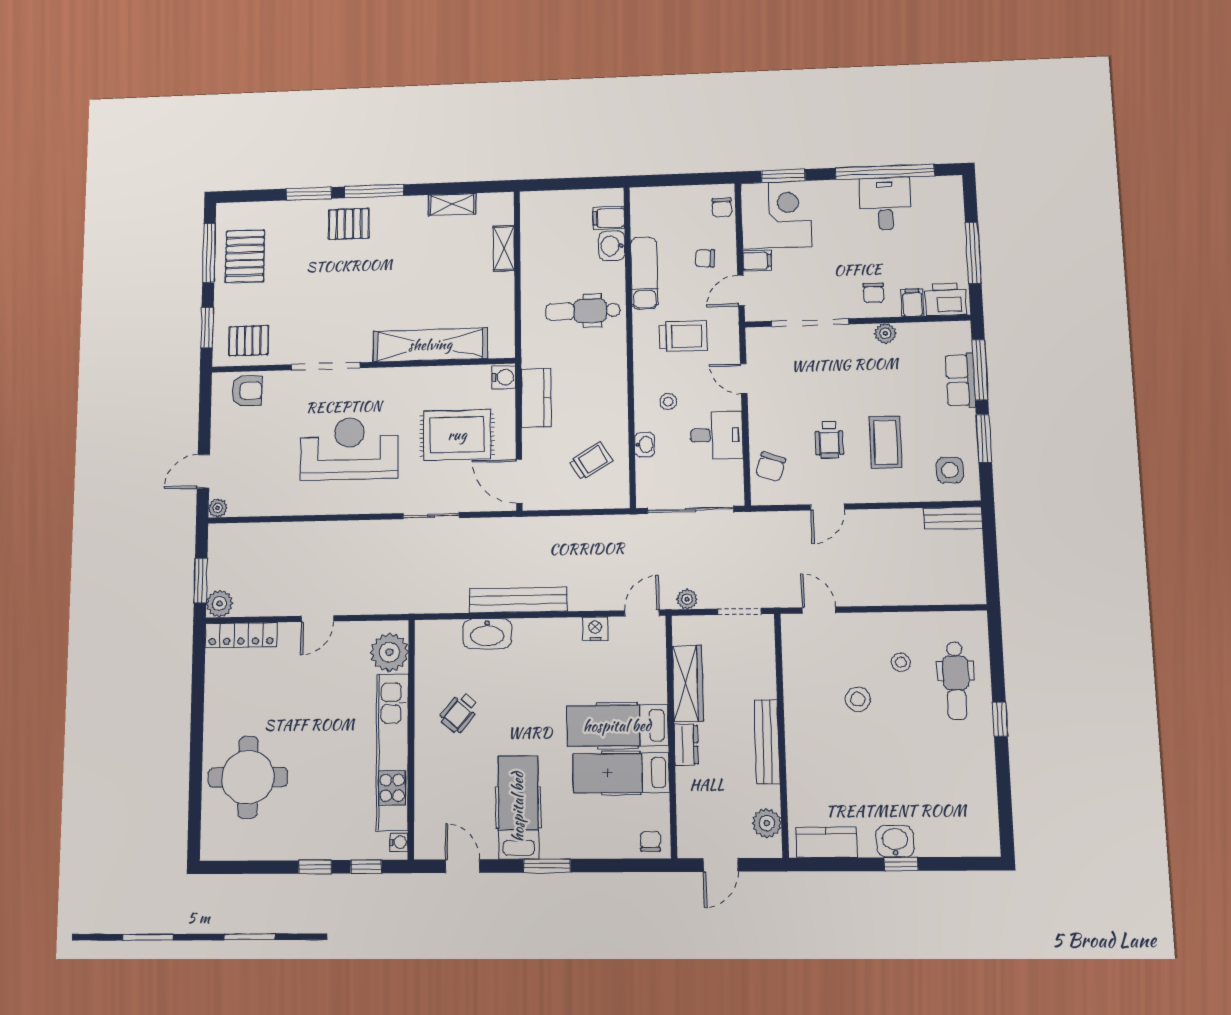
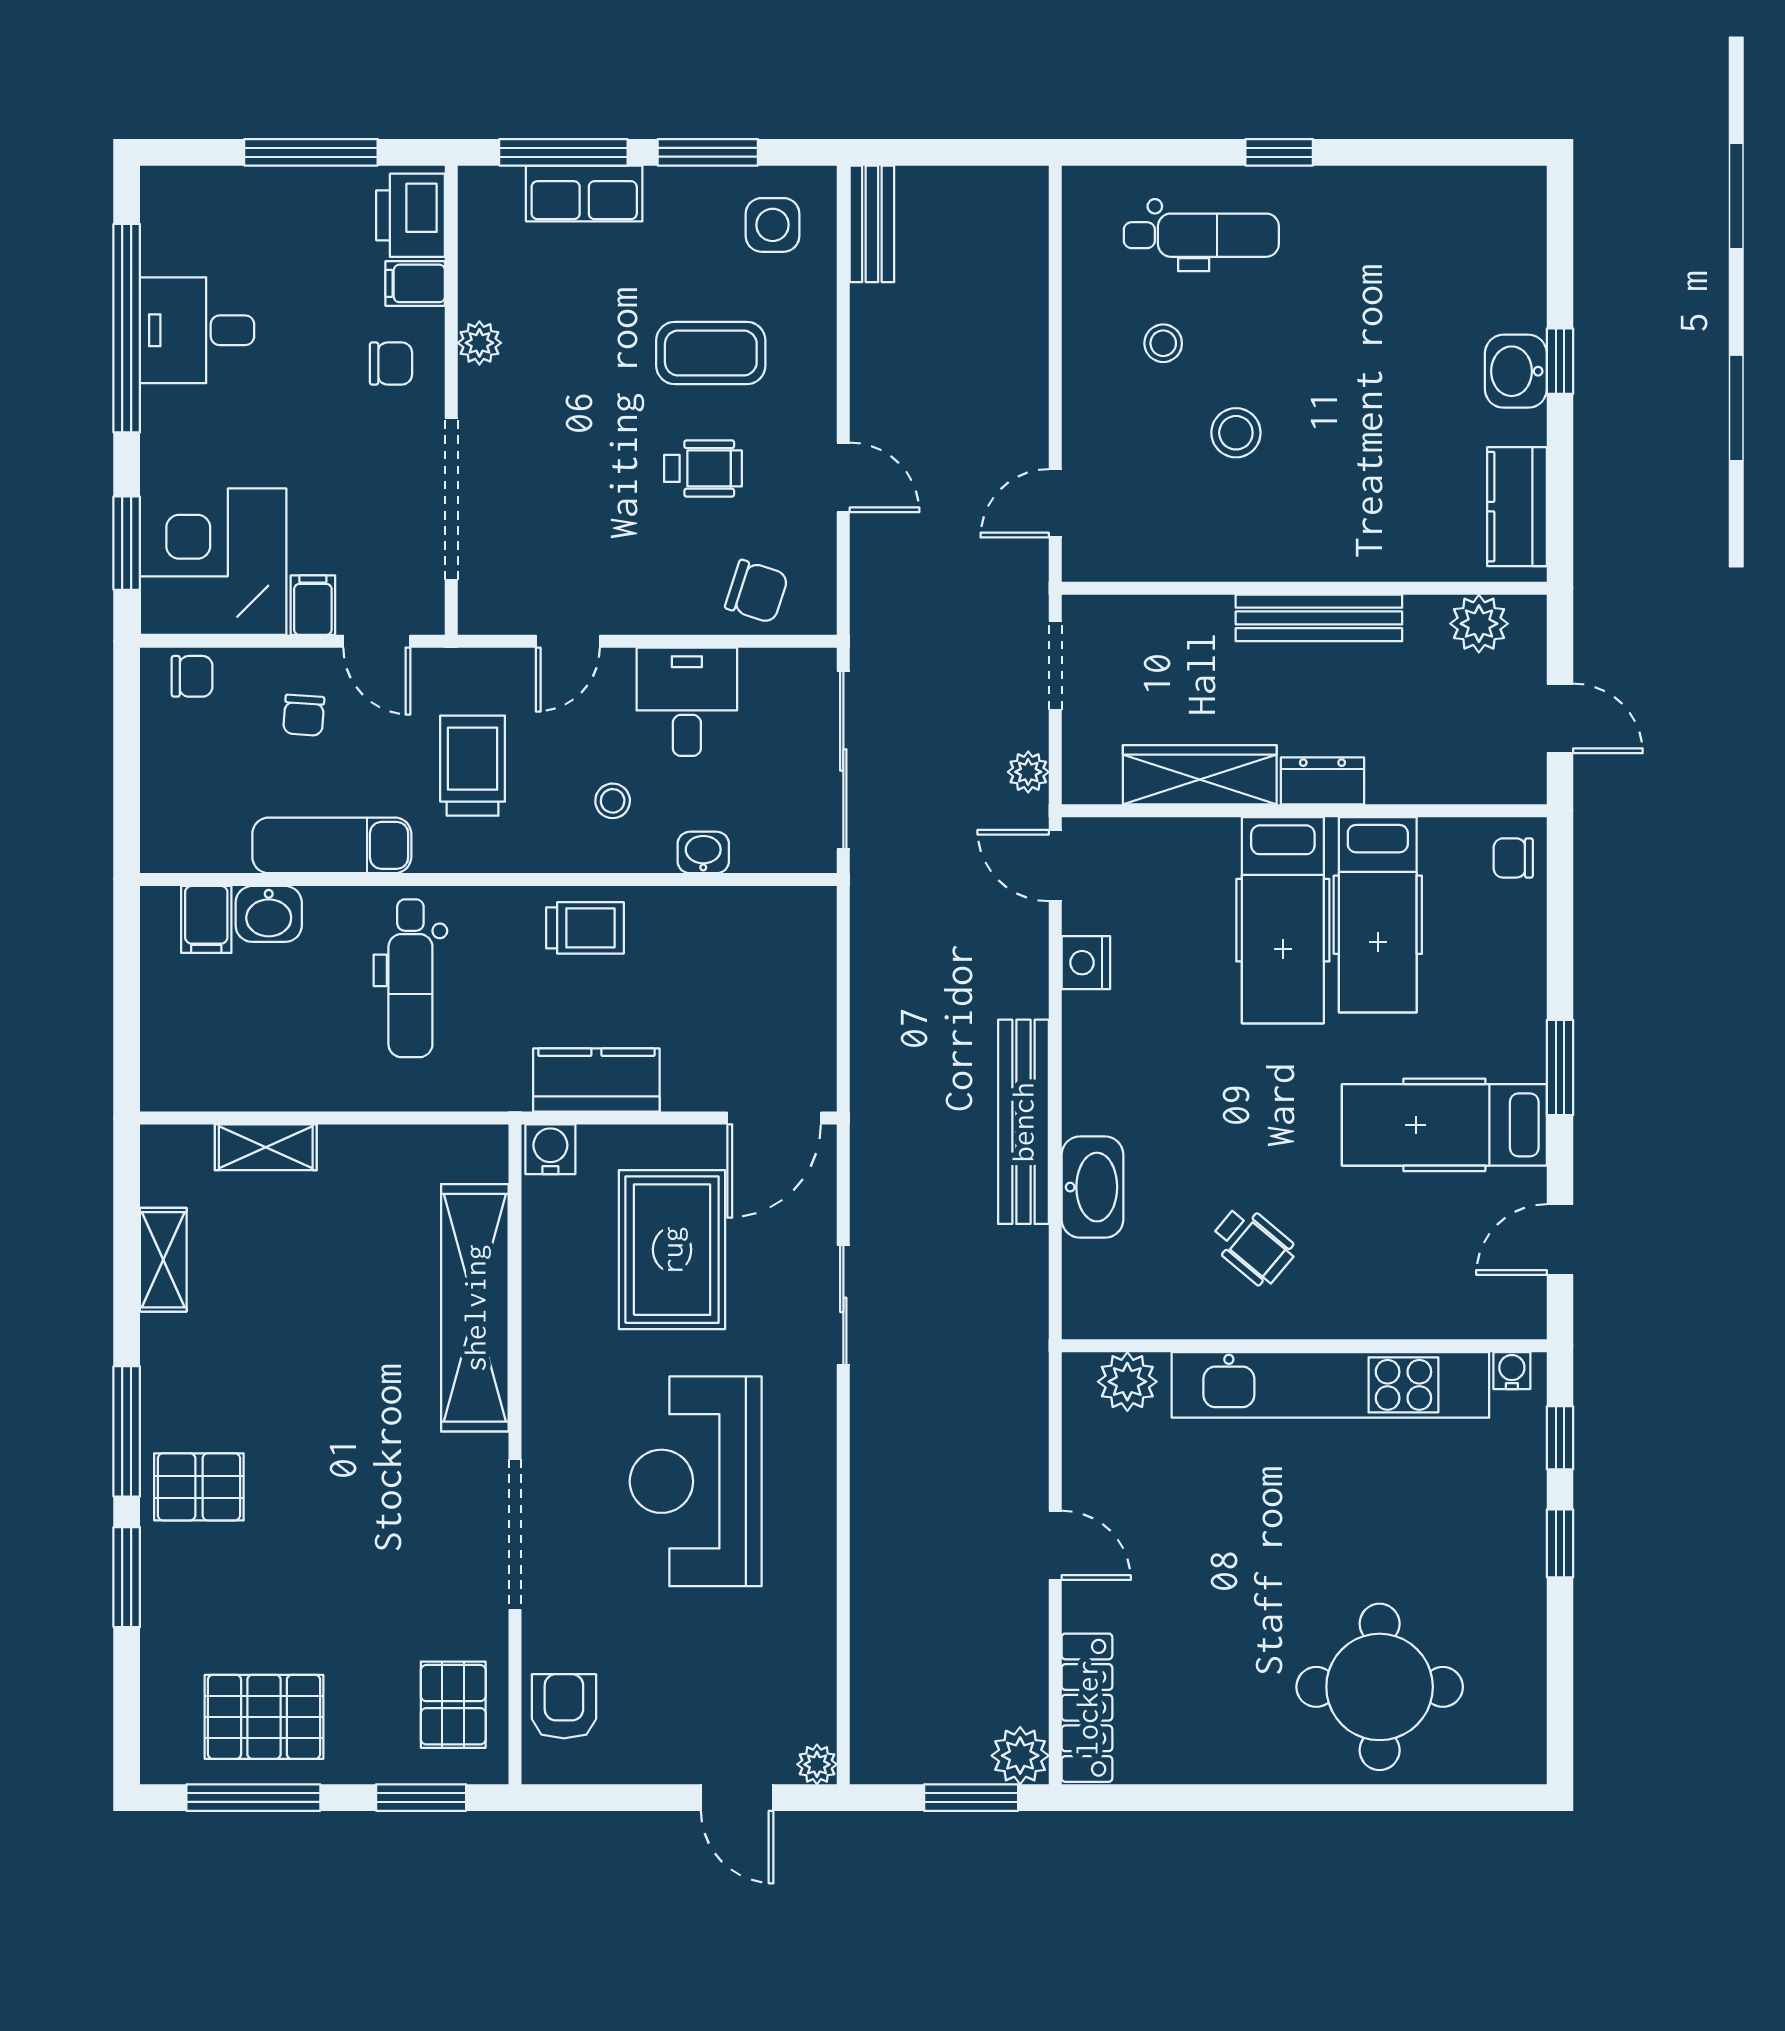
pallet: (349, 224) -> (199, 1487), turned 90
trolley: (591, 461) -> (585, 928), moved, turned 121
plant: (389, 652) -> (1127, 1382), width x0.73, depth x0.73

